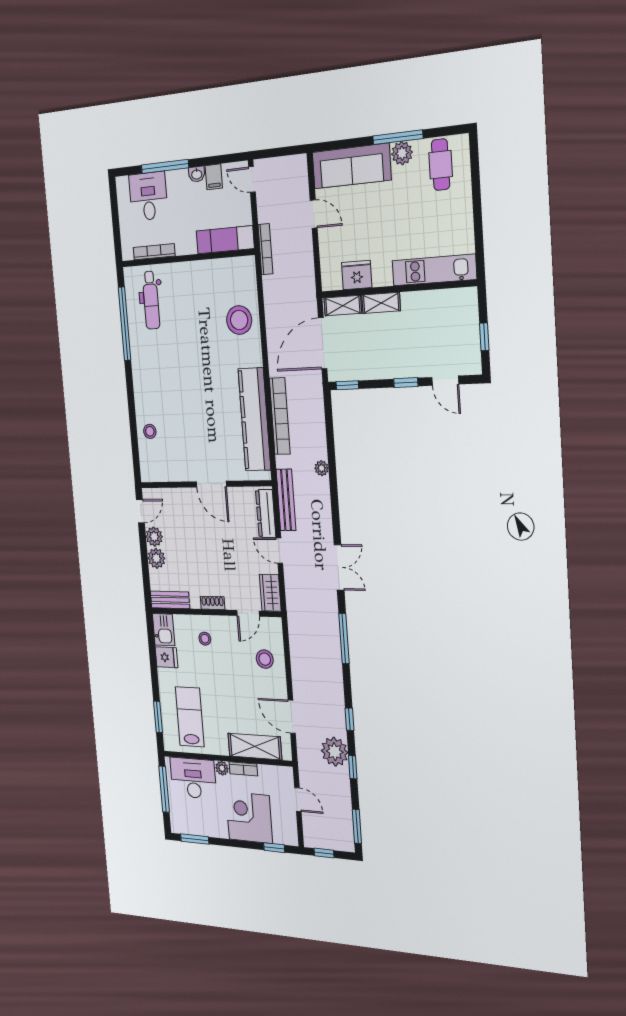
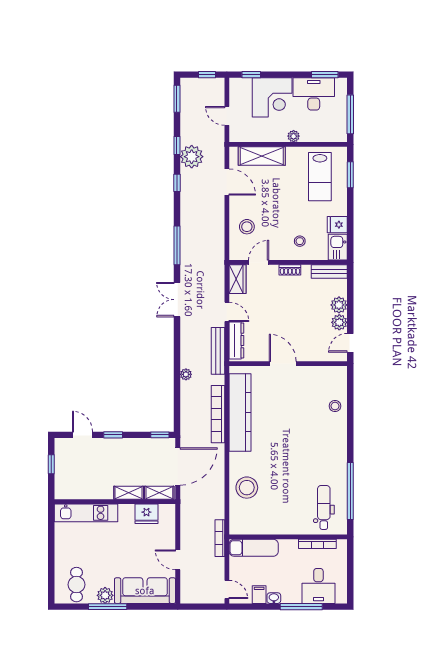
bookcase: (243, 769) -> (274, 137), removed
desk: (193, 778) -> (314, 94), moved, turned 180

